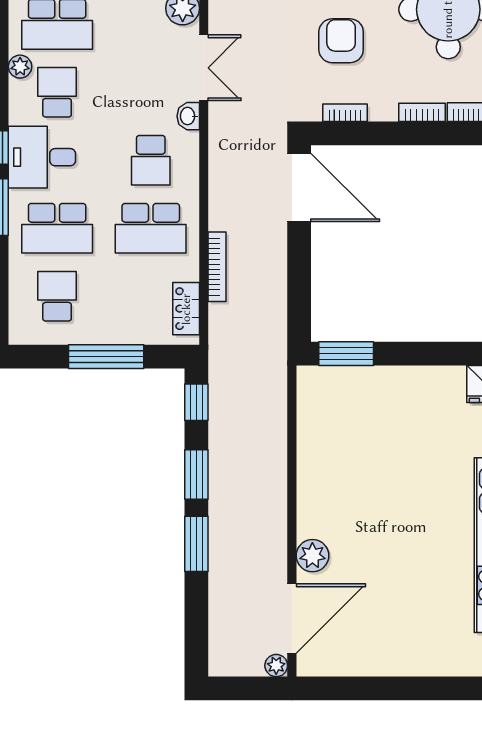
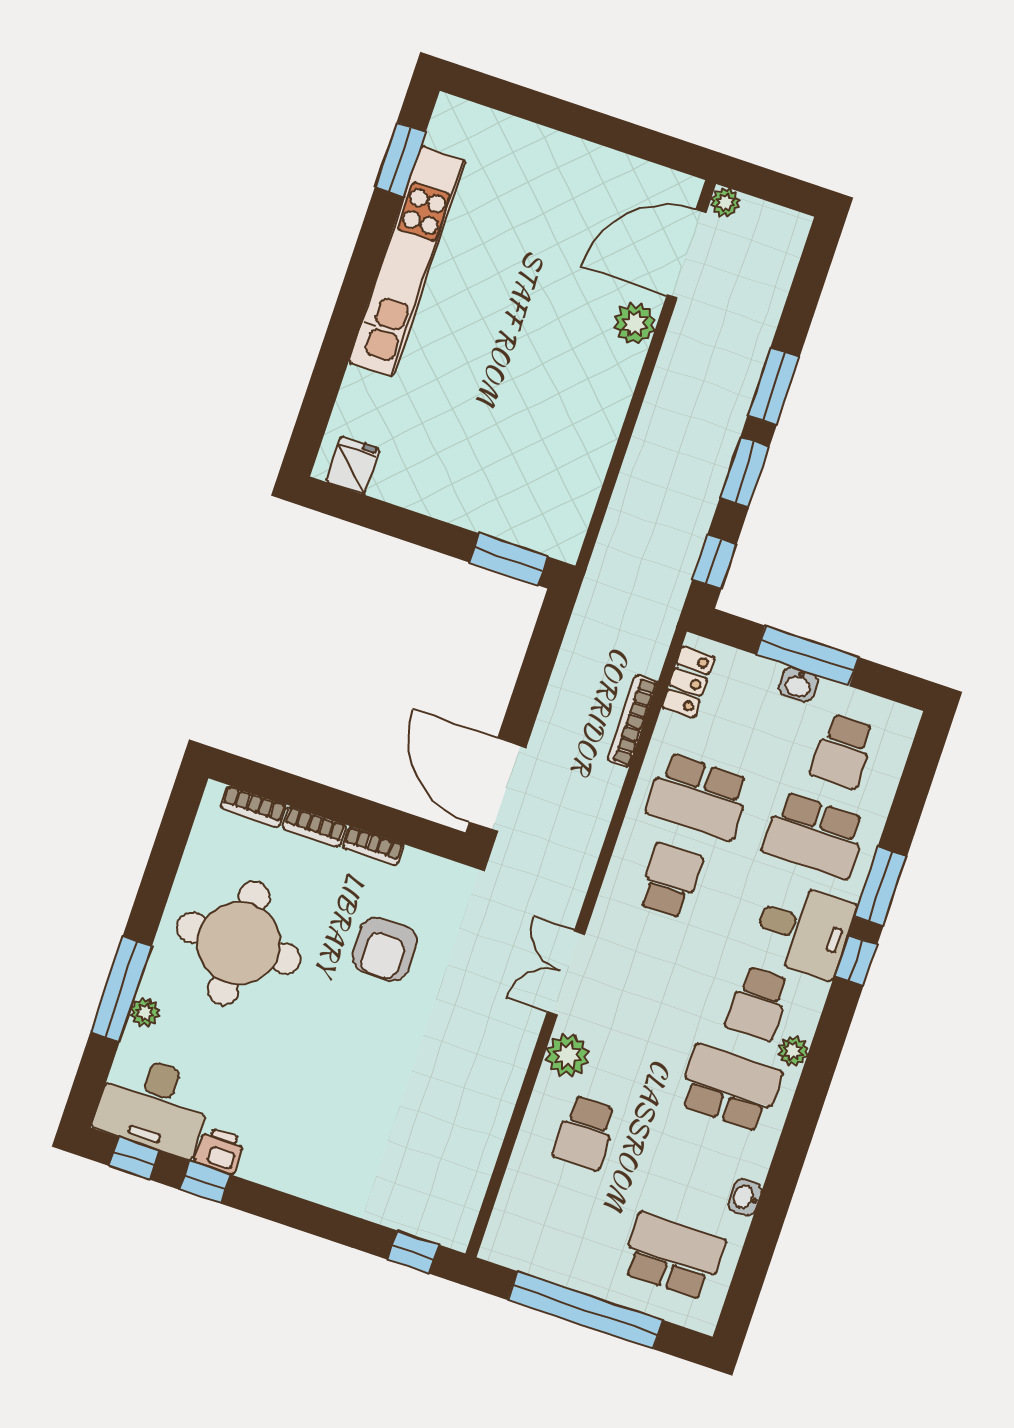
bookcase: (345, 113) -> (373, 846), moved
washbasin: (188, 116) -> (798, 684), moved, turned 90
school desk: (57, 228) -> (815, 835), turned 180
school desk: (151, 228) -> (698, 796), turned 180

